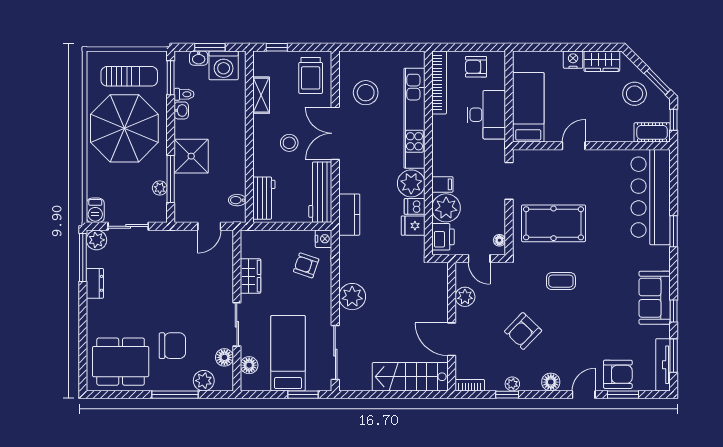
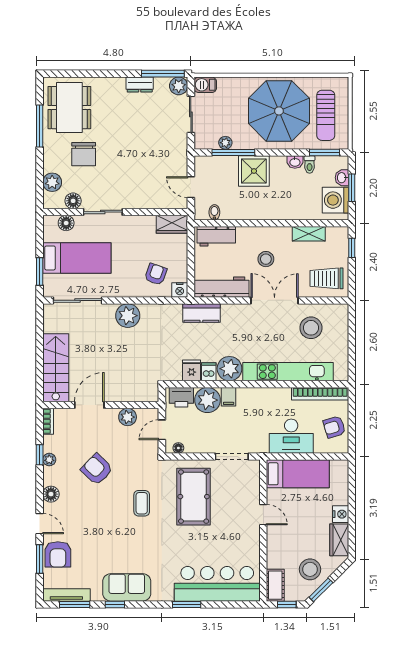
armchair: (476, 67) -> (334, 427), turned -107
wardrobe: (251, 276) -> (172, 224), moved
window: (175, 395) -> (40, 126), moved

